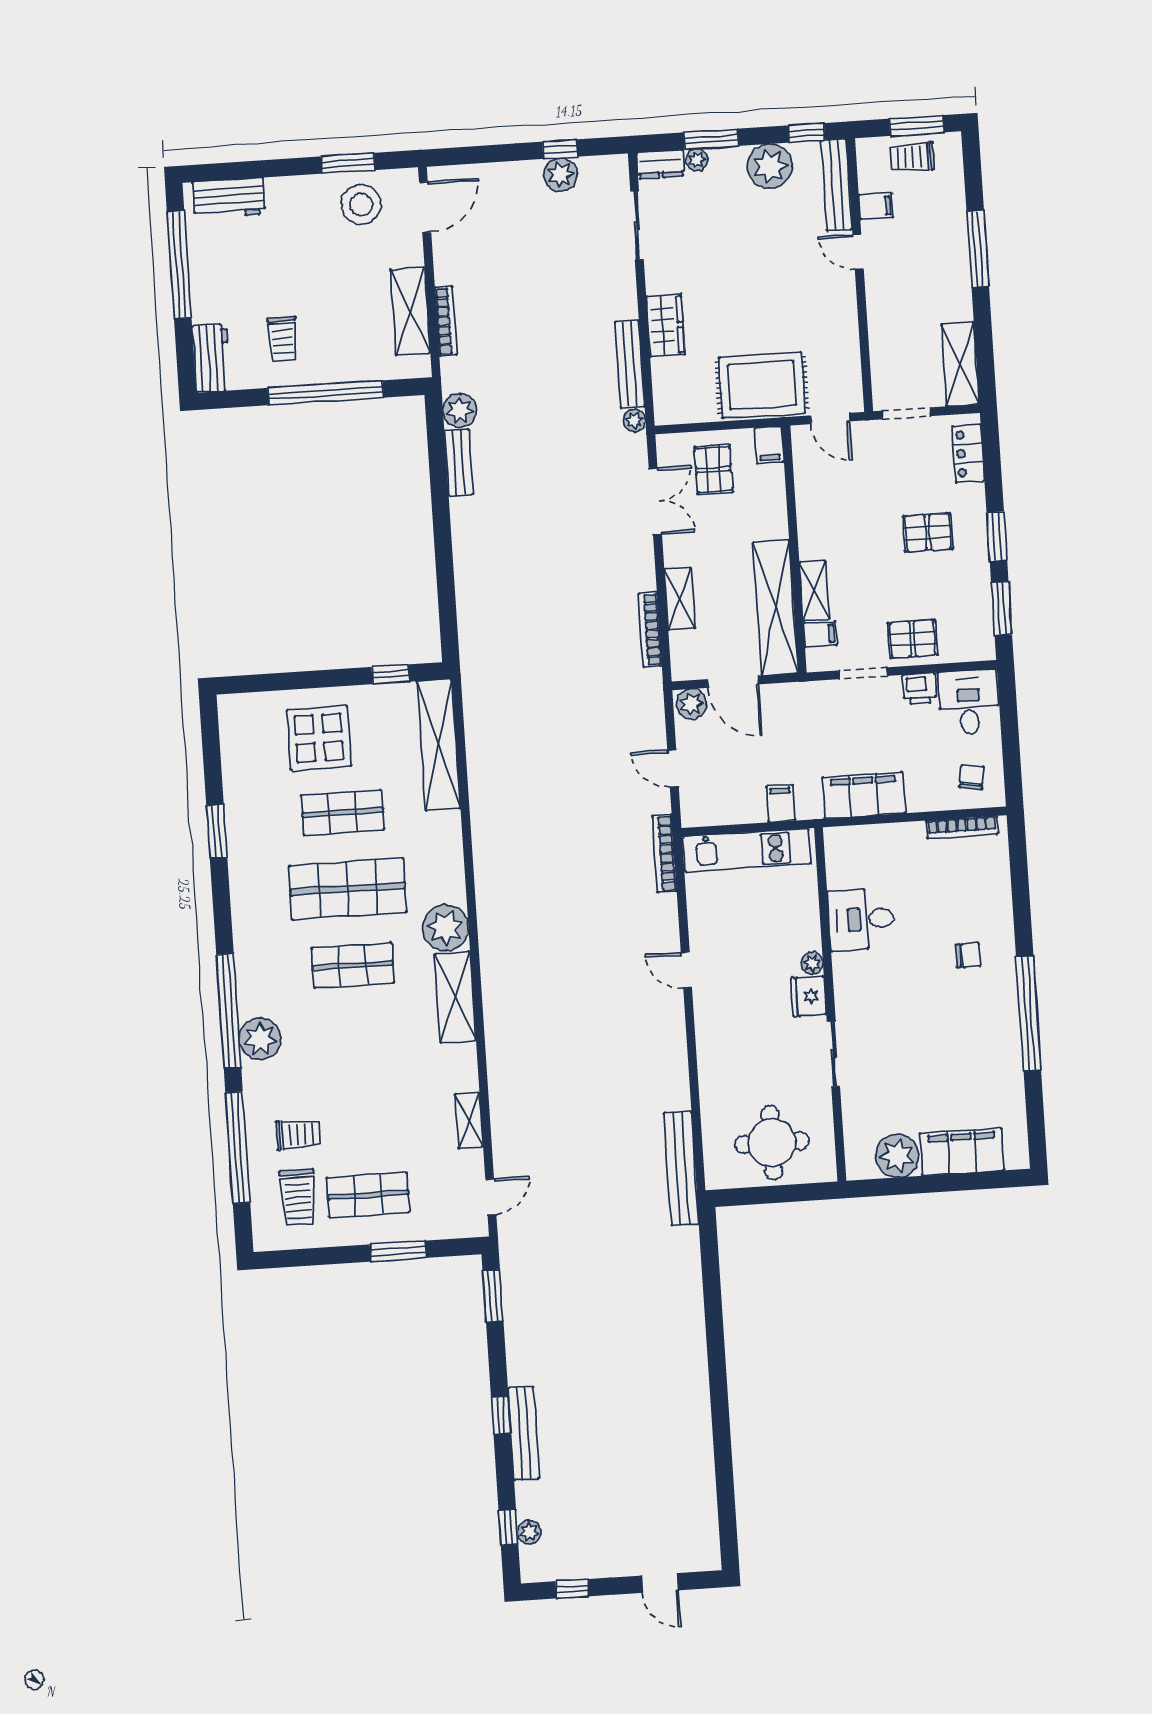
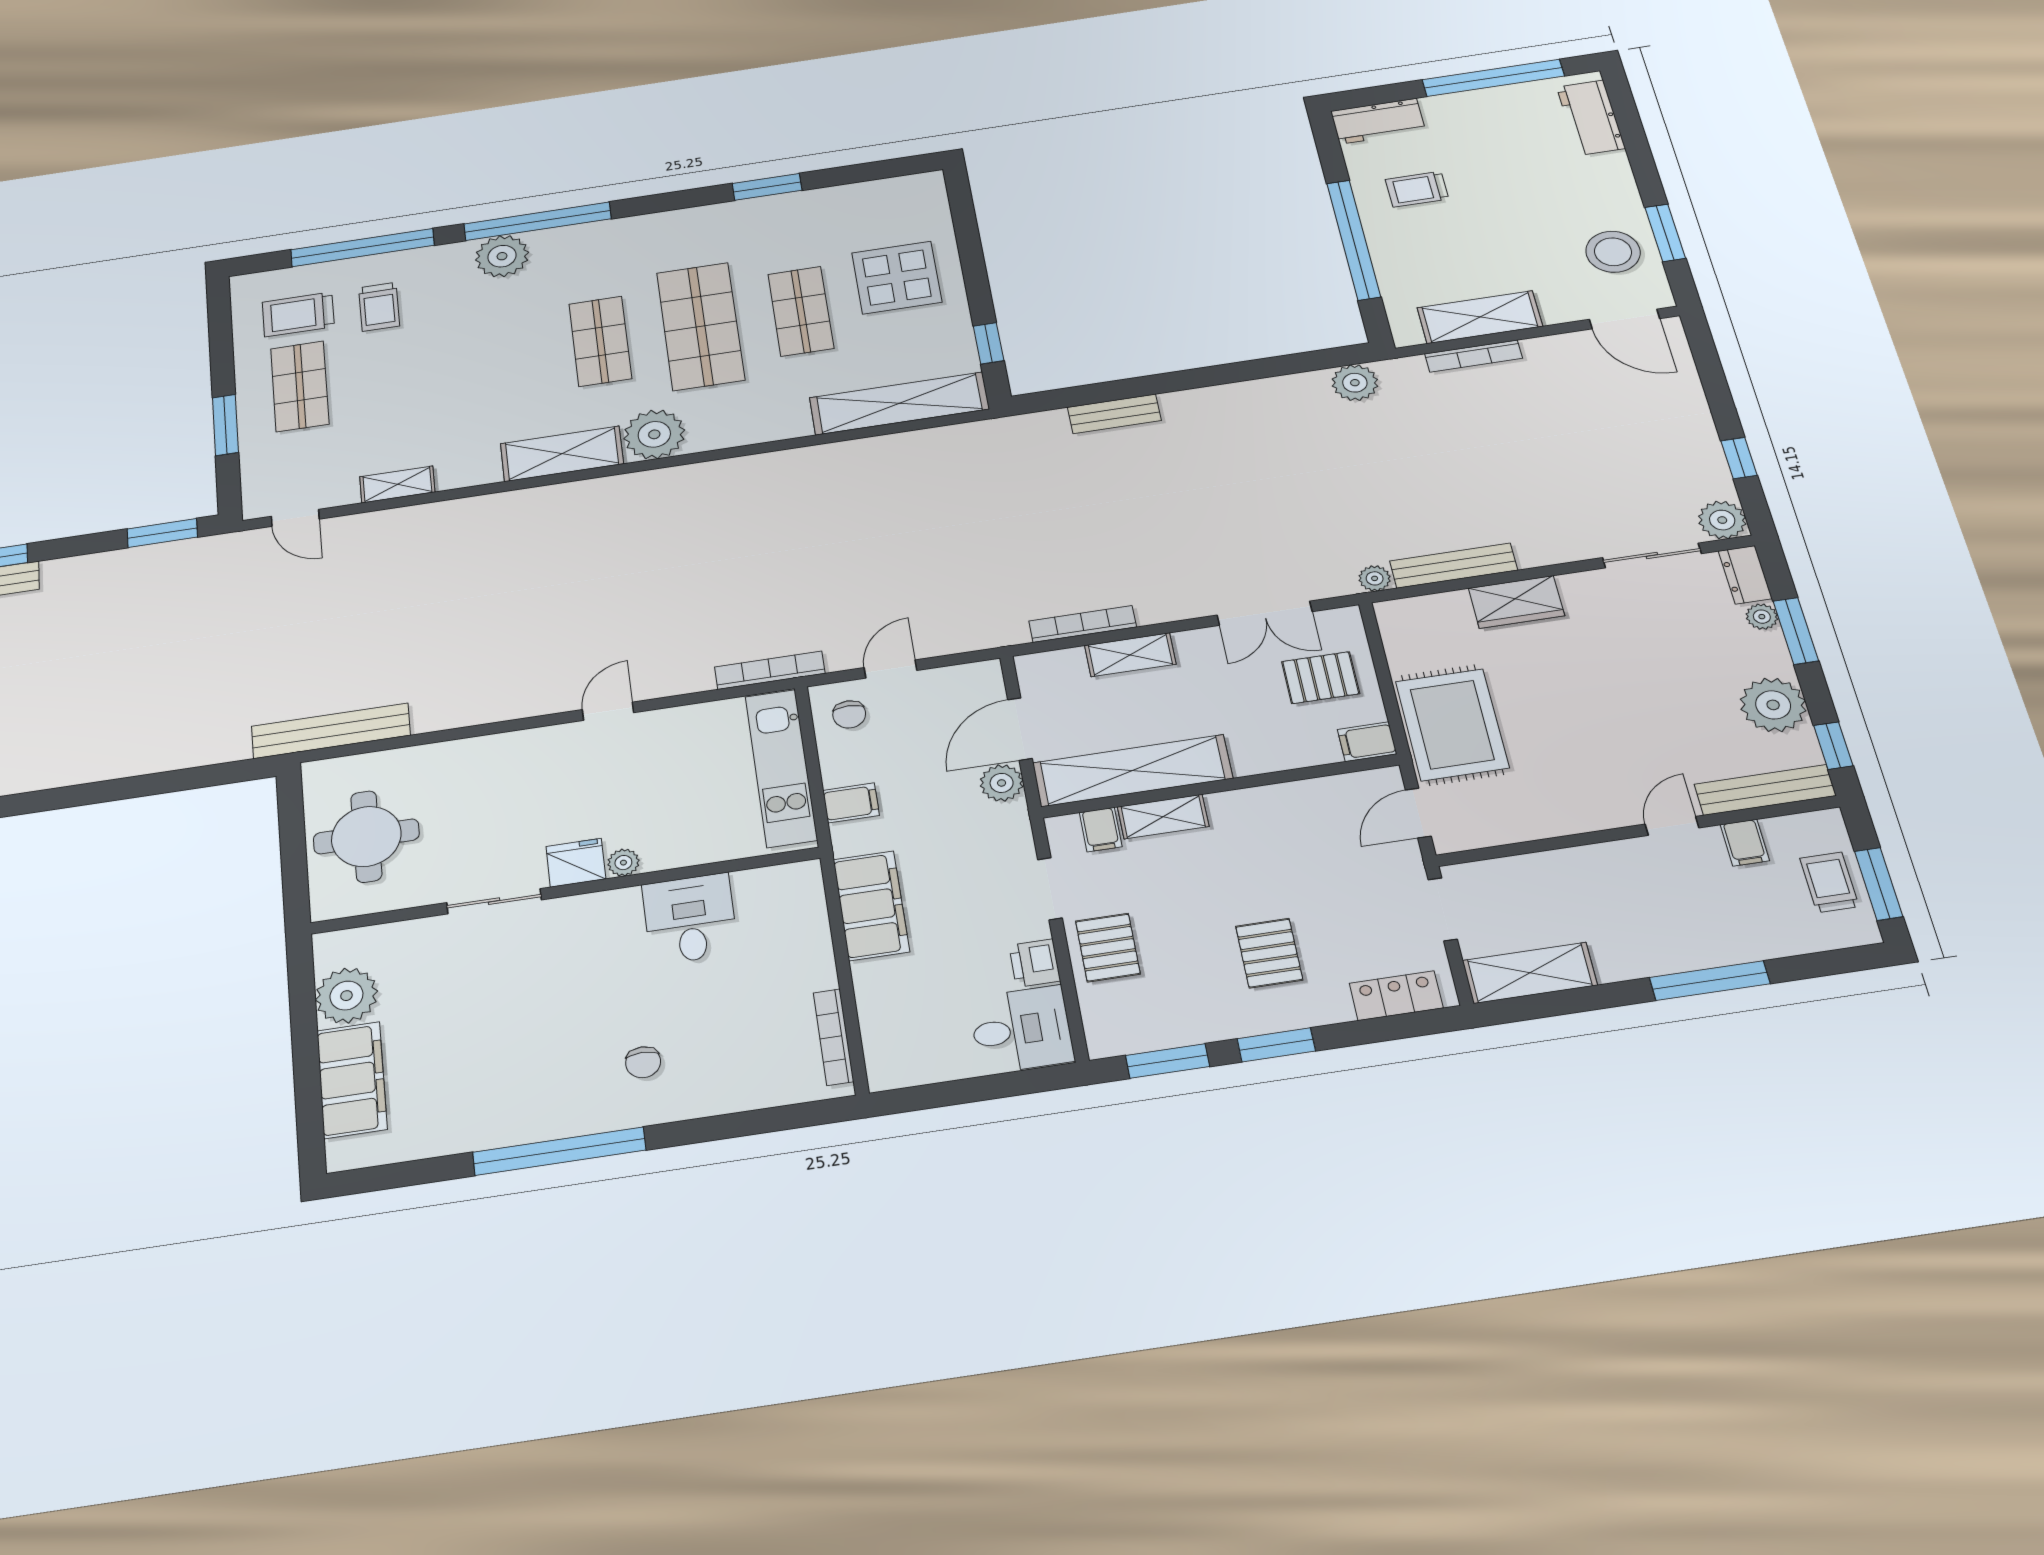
plant: (561, 175) -> (1722, 520), moved
bench: (459, 463) -> (1114, 414), moved
plant: (691, 704) -> (1002, 783), moved
chair: (972, 777) -> (849, 714), moved, turned 82

